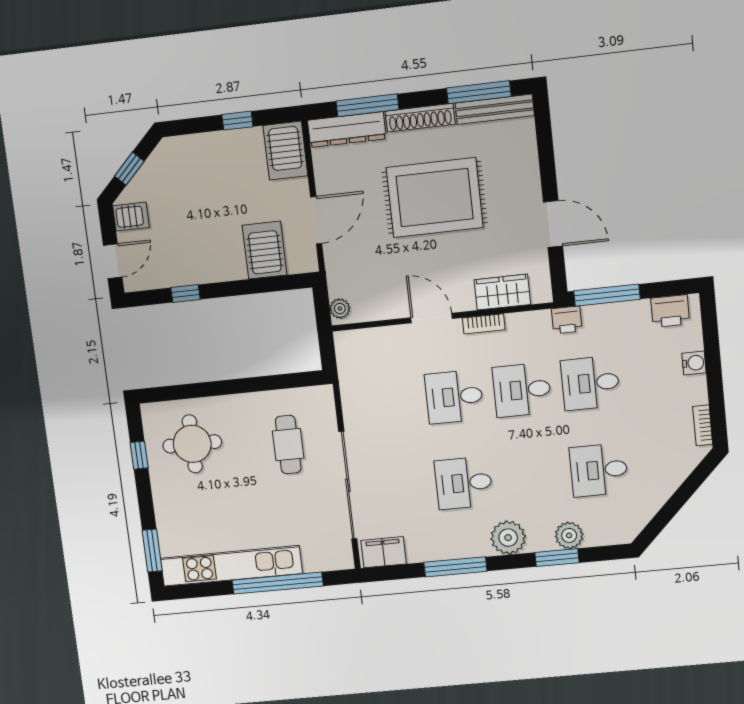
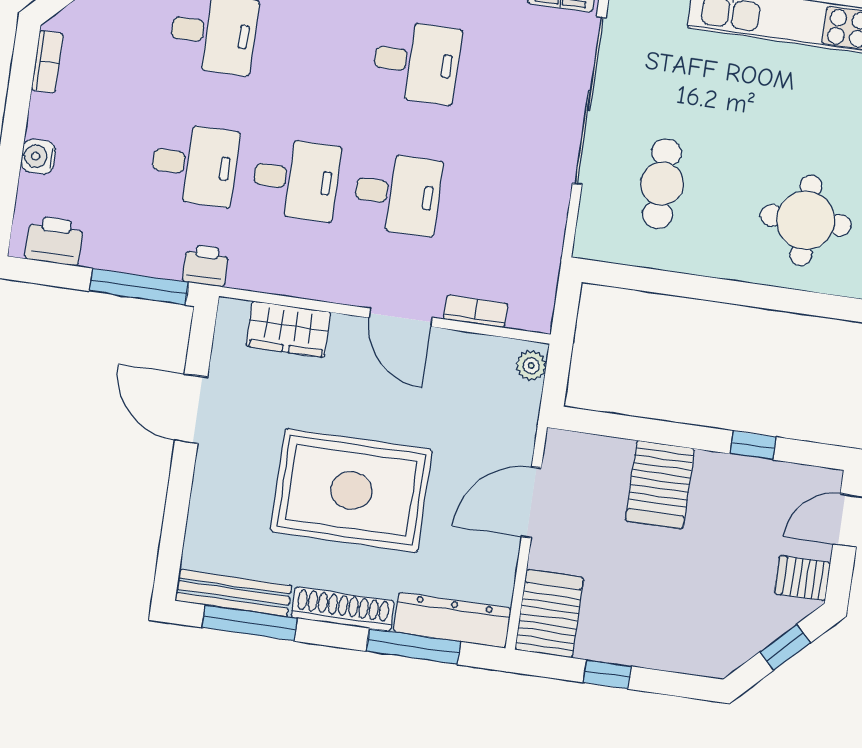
server rack: (265, 250) -> (660, 485), moved
bookcase: (484, 324) -> (476, 311), moved

